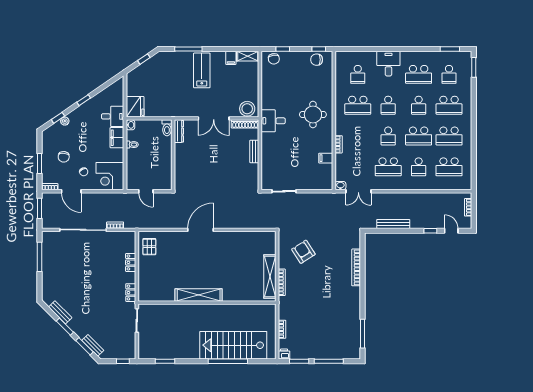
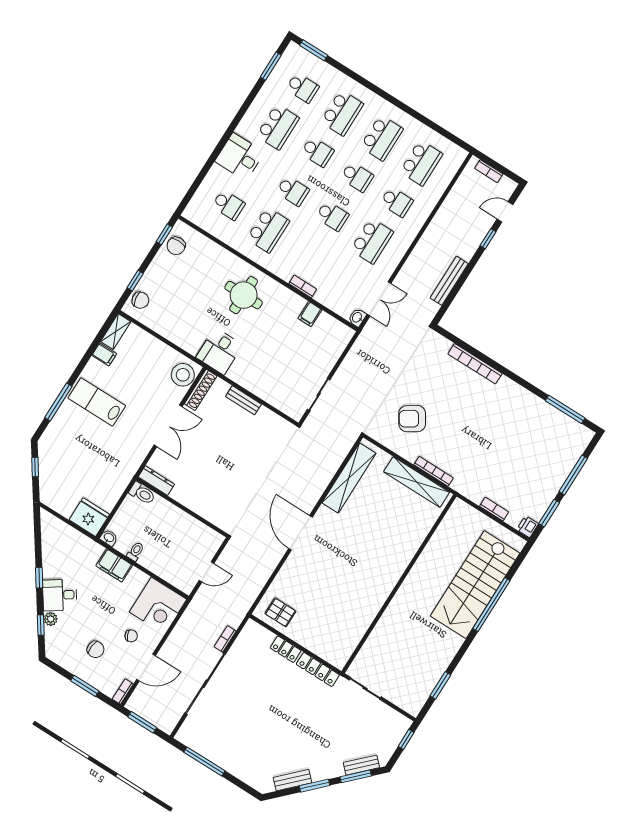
desk: (113, 116) -> (60, 595), moved, turned -124
school desk: (419, 136) -> (357, 177), width x0.54
locker: (131, 293) -> (318, 669), width x1.53
shelving: (199, 295) -> (349, 478), moved

